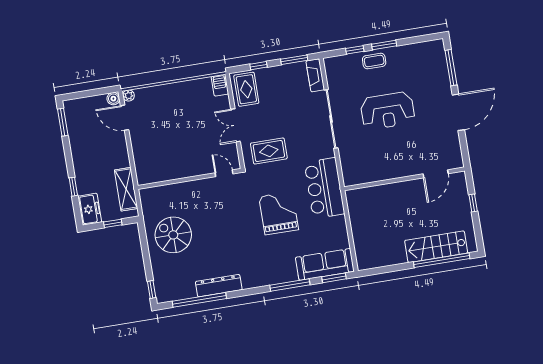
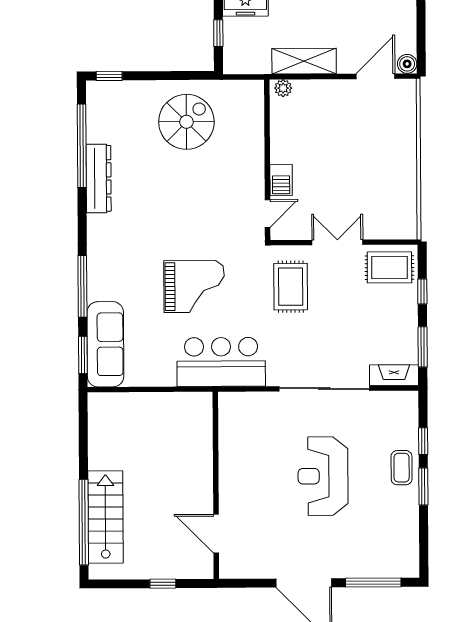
barbecue: (220, 85) -> (281, 180), moved, turned 90
plant: (129, 96) -> (283, 88), moved
shelving: (126, 189) -> (304, 61), moved

